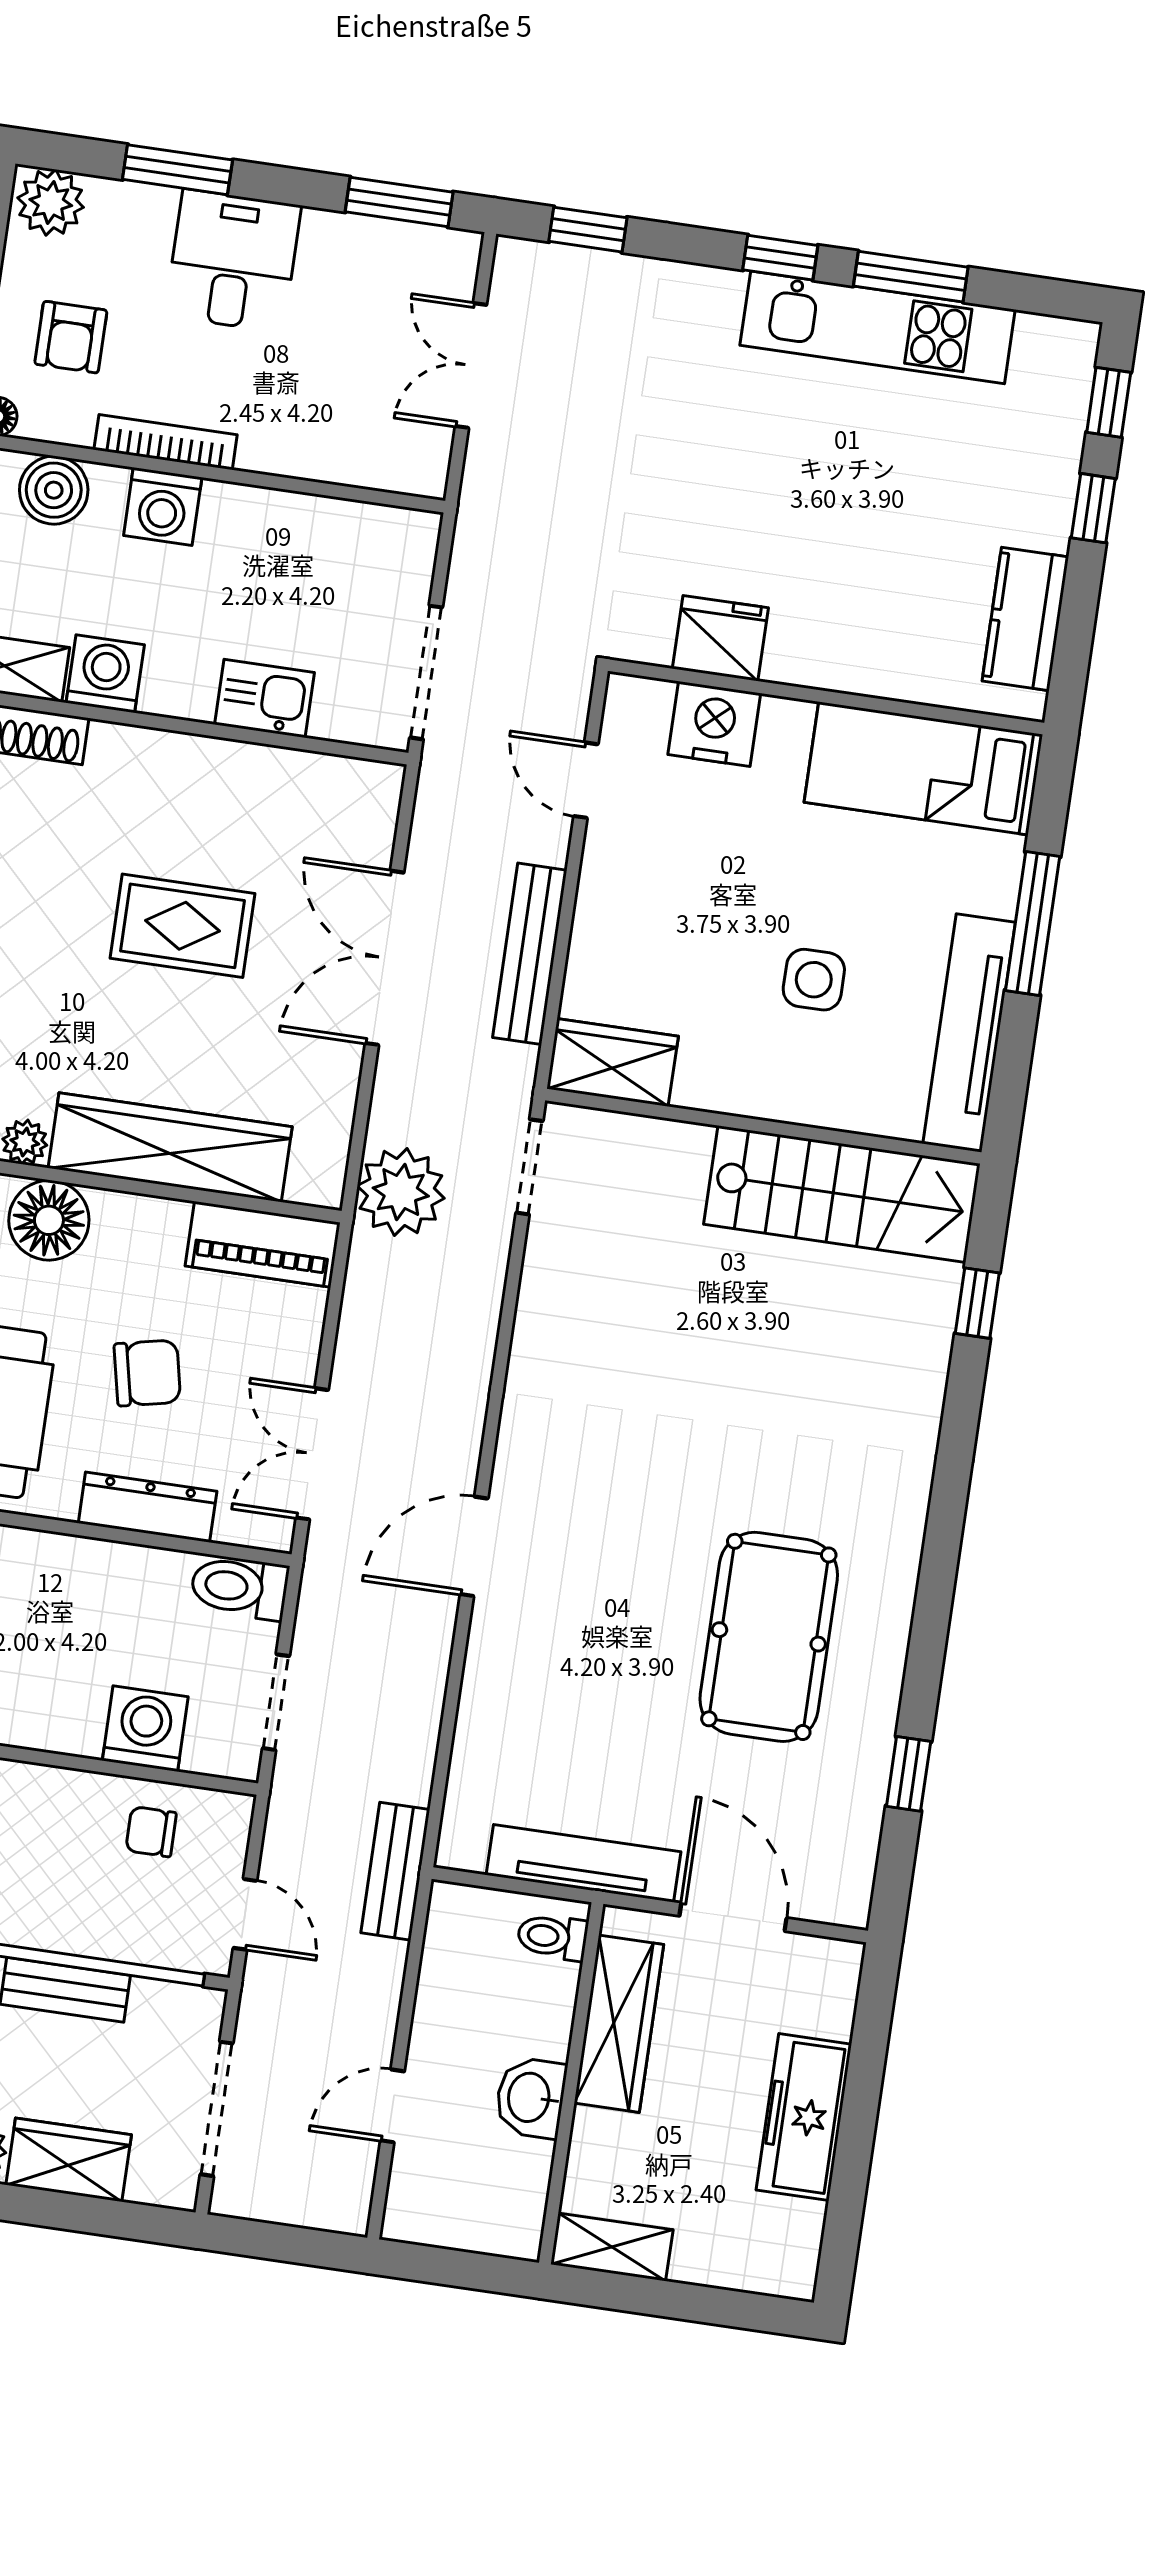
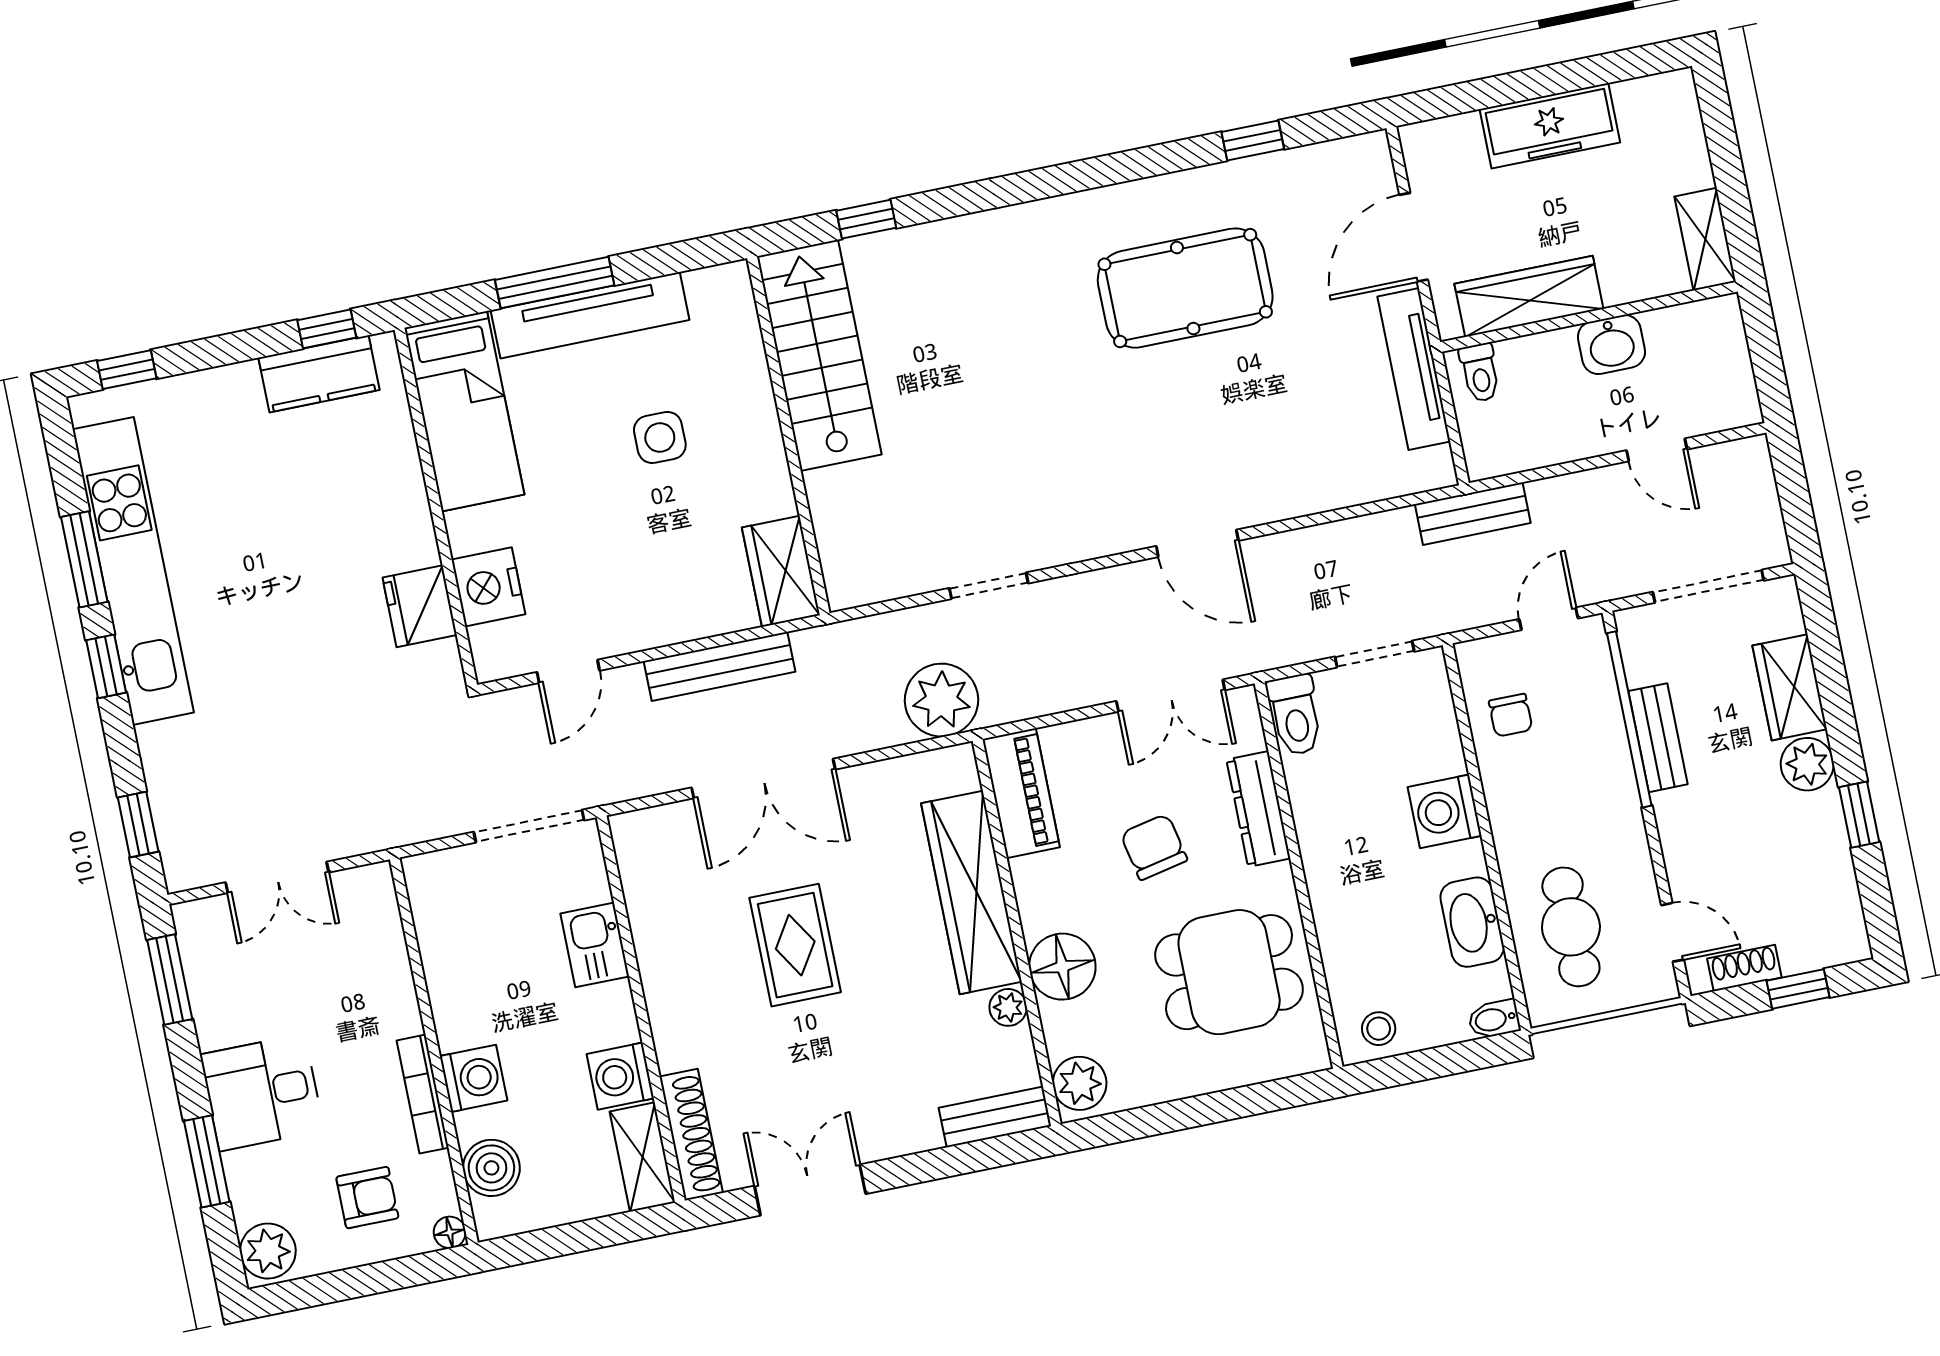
kitchen unit: (878, 327) -> (133, 571), width x1.36
window: (1093, 508) -> (327, 329), moved
tv unit: (969, 1033) -> (590, 315), moved
doorway: (529, 1167) -> (989, 586), moved
washing machine: (145, 1729) -> (1445, 811), moved

